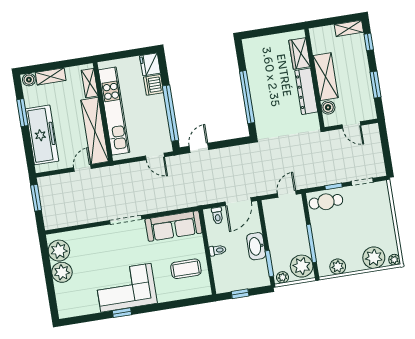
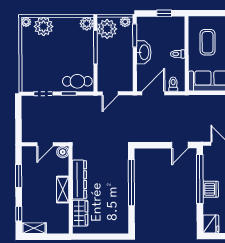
shelving: (326, 77) -> (63, 190), width x0.67, depth x0.75
dishwasher: (154, 85) -> (211, 189), moved
boiler: (328, 107) -> (63, 152), moved
door: (351, 125) -> (45, 144), swing flipped
plant: (338, 267) -> (87, 24), moved
coffee table: (186, 269) -> (208, 42), turned 90

